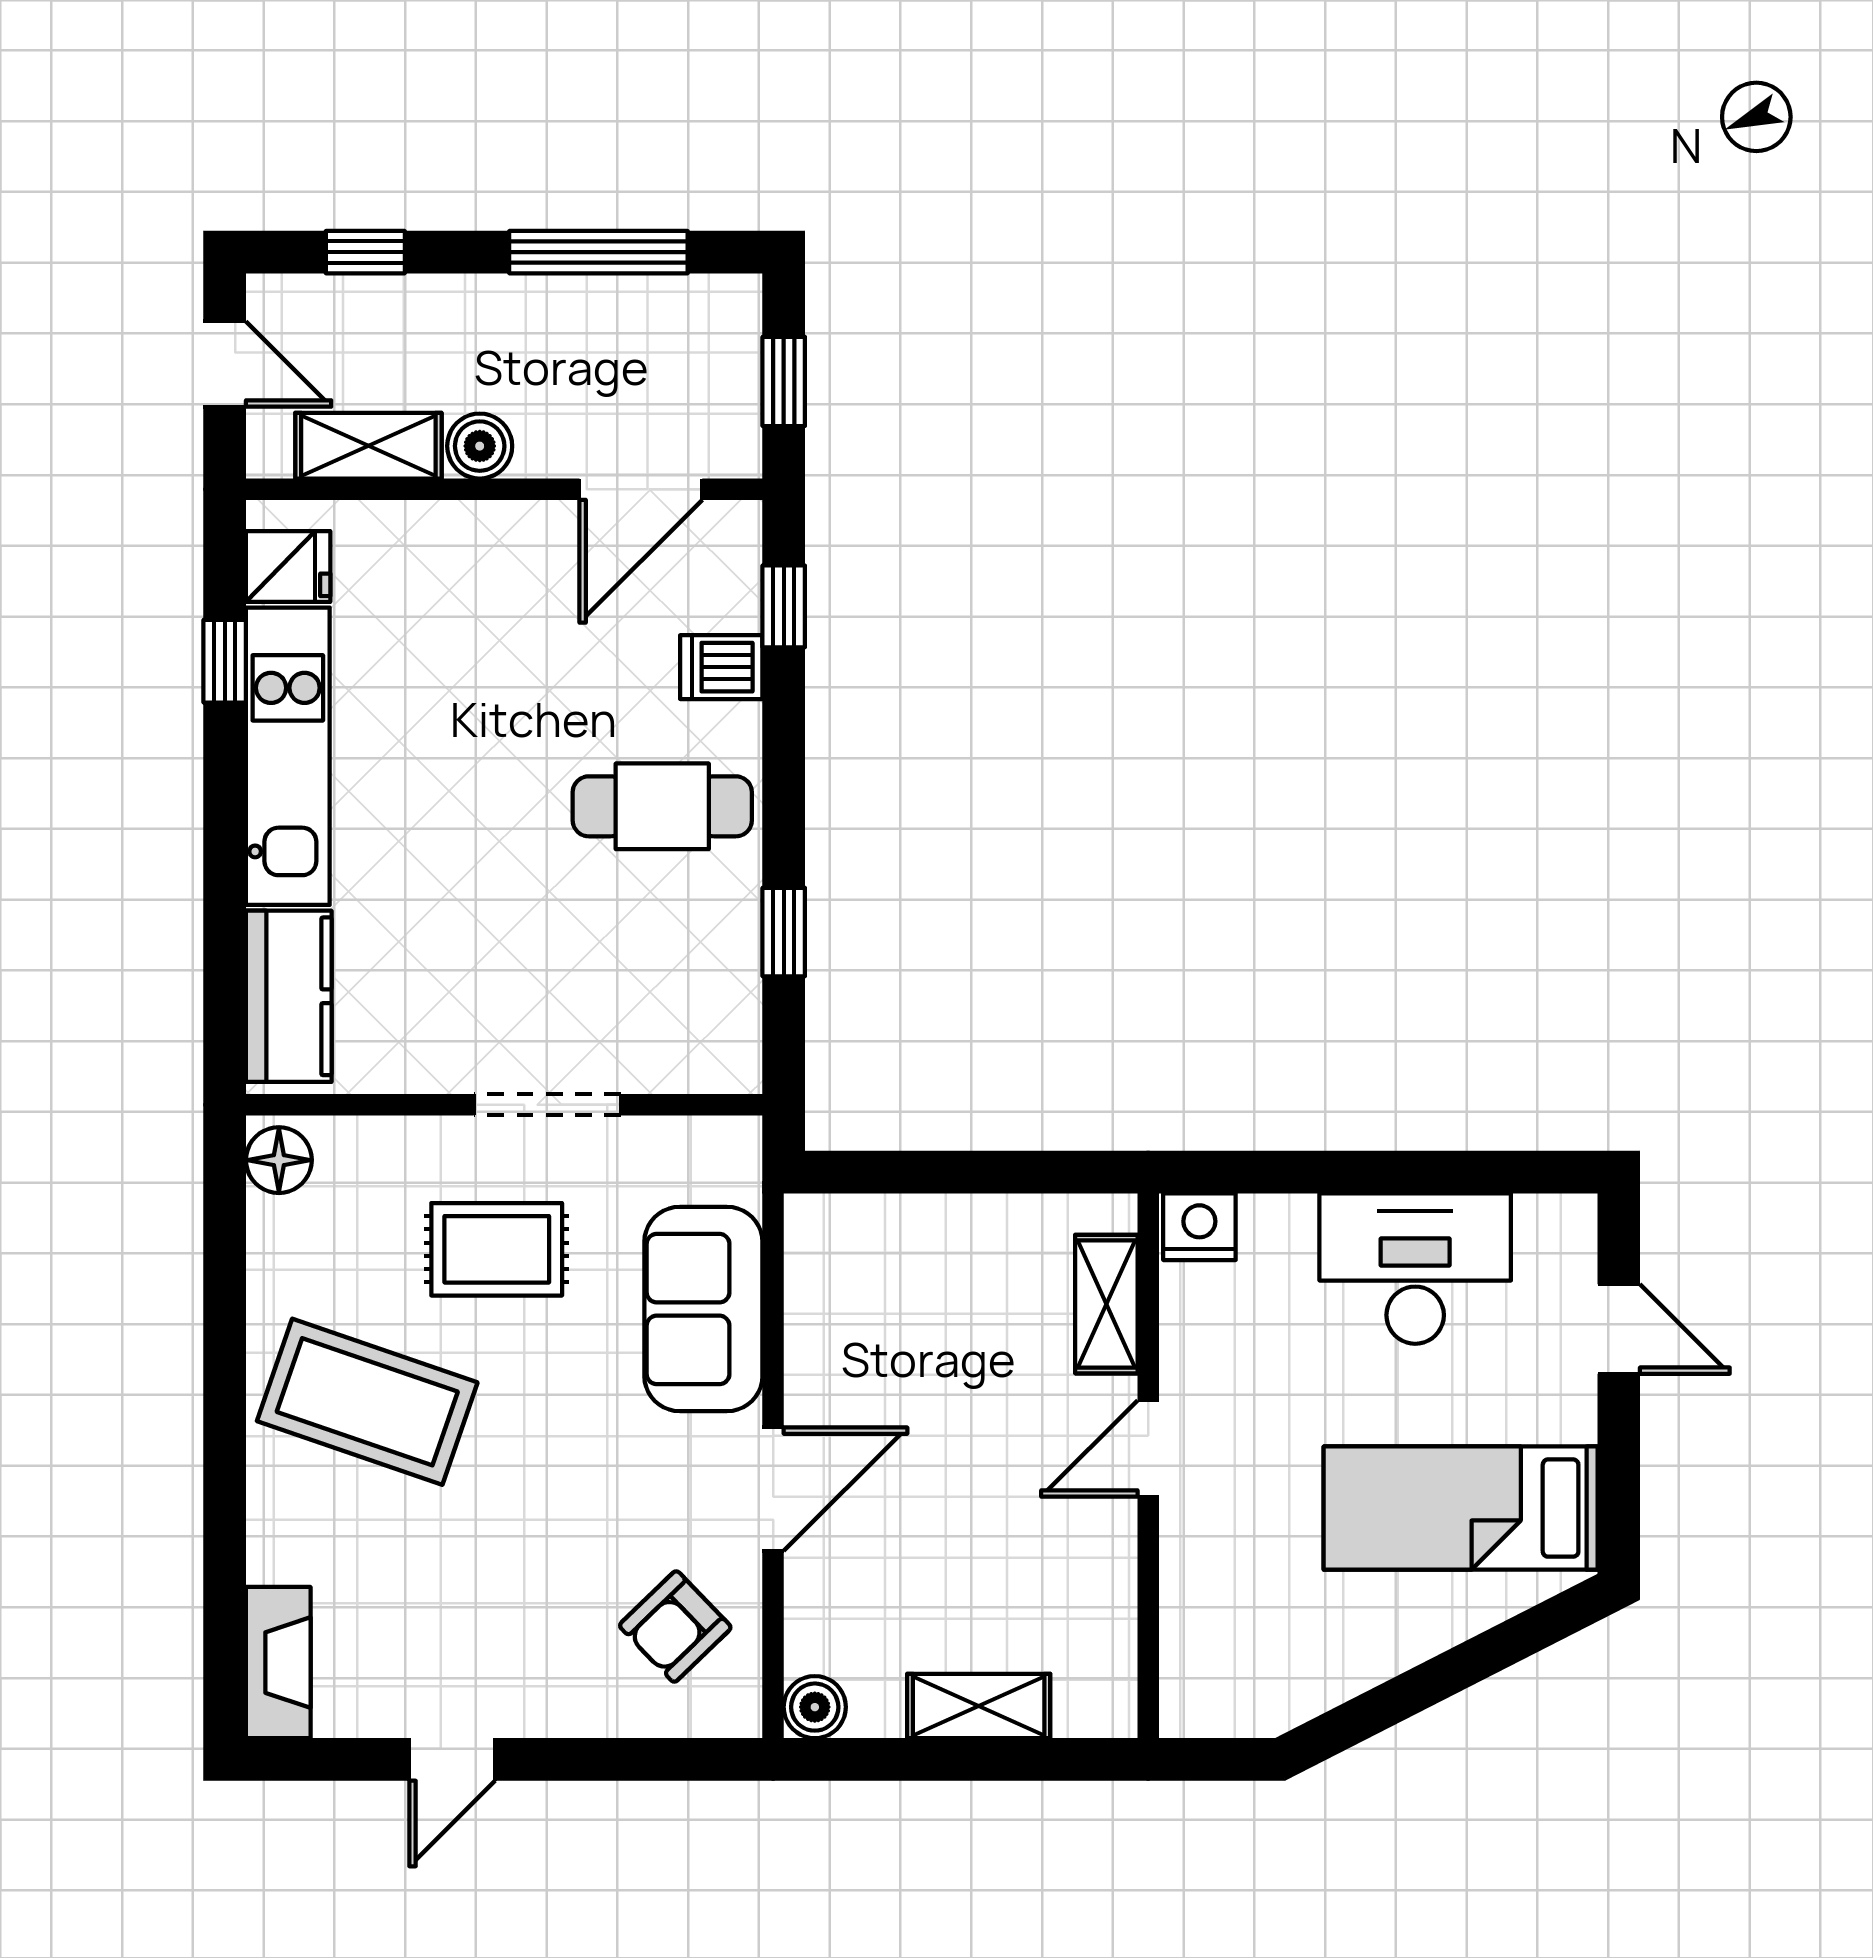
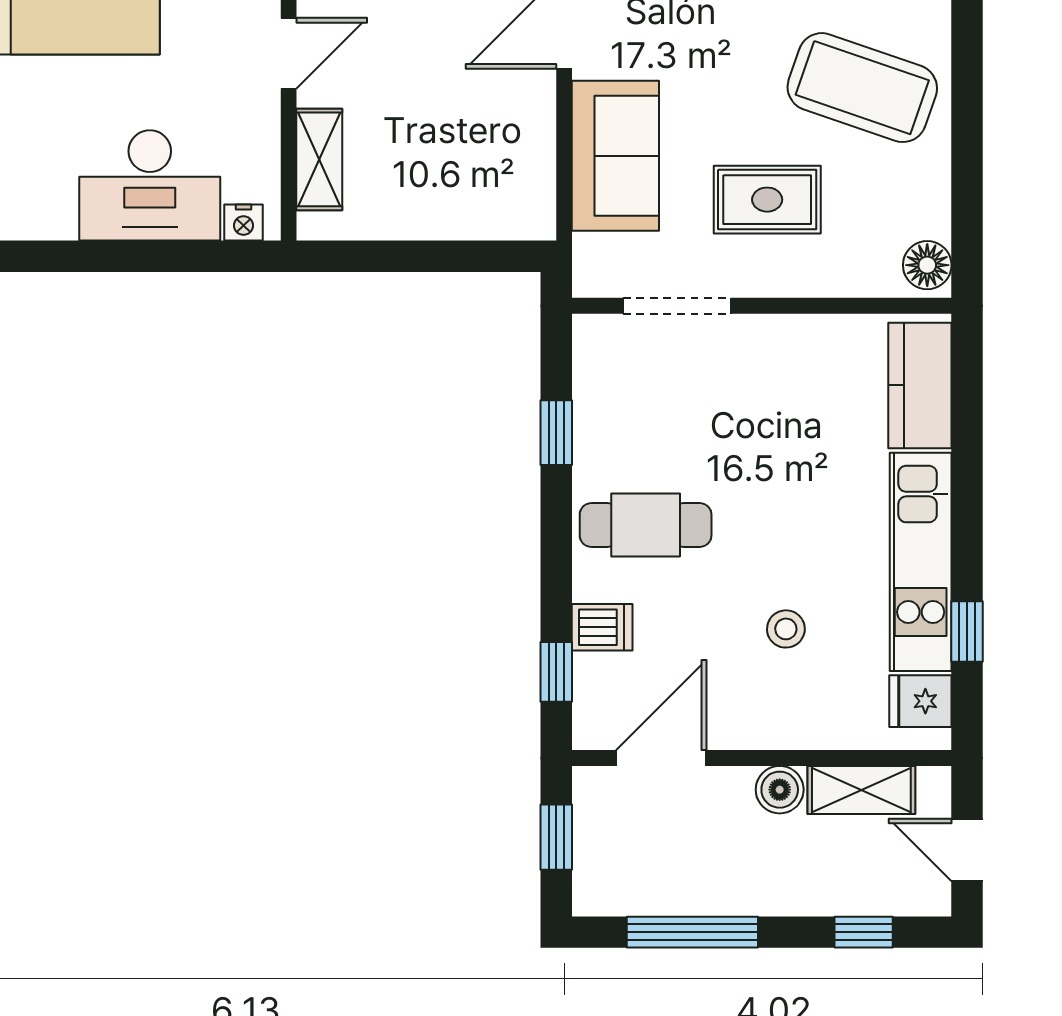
stool: (471, 665) -> (786, 629), added
doorway: (547, 1105) -> (677, 306), moved
nightstand: (1199, 1227) -> (243, 223), width x0.72, depth x0.74
desk: (1415, 1269) -> (150, 185), moved

